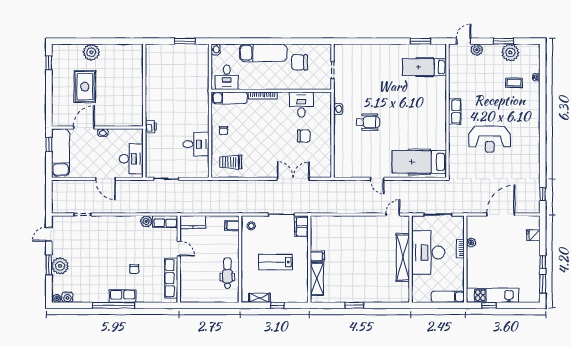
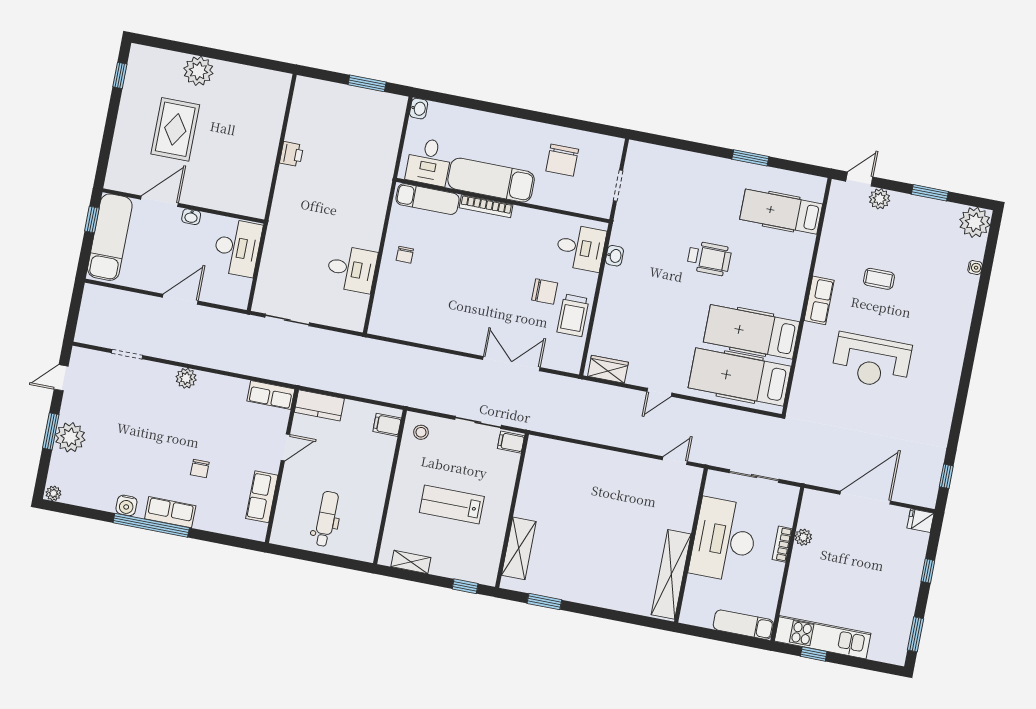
window: (421, 41) -> (750, 158), moved
plant: (510, 52) -> (975, 222), moved
exam couch: (263, 53) -> (491, 180), moved, turned 180
chair: (299, 62) -> (562, 160), turned -90
coffee table: (514, 83) -> (879, 279), moved
desk: (301, 105) -> (581, 248), moved, turned 90
wheelchair: (368, 122) -> (709, 258), moved
printer: (151, 127) -> (291, 154), moved
hospital bed: (421, 136) -> (752, 332), added
desk: (131, 159) -> (237, 248), moved
trolley: (231, 162) -> (573, 315), moved, turned -90
wardrobe: (347, 172) -> (608, 369), added
door: (106, 179) -> (180, 299), swing flipped
door: (377, 179) -> (659, 392), hinge flipped
plant: (146, 221) -> (186, 378), moved
filing cabinet: (301, 227) -> (511, 442), width x0.50
fridge: (533, 235) -> (920, 521), moved
door: (179, 249) -> (285, 447), hinge flipped
filing cabinet: (317, 256) -> (527, 508), removed
shelving: (403, 258) -> (671, 574), moved
window: (543, 262) -> (928, 571), moved
dental chair: (227, 273) -> (326, 519), moved
row of seats: (171, 278) -> (262, 497), width x0.68
water cooler: (67, 297) -> (126, 505), moved
window: (277, 305) -> (465, 586), moved
window: (354, 305) -> (544, 602), moved

